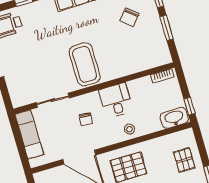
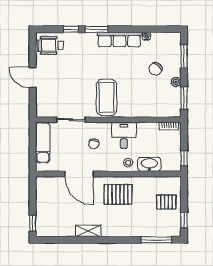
plant: (156, 25) -> (176, 82), added
window: (167, 28) -> (184, 98), moved
washbasin: (174, 118) -> (149, 164), moved
pallet: (184, 160) -> (166, 202), turned 90

